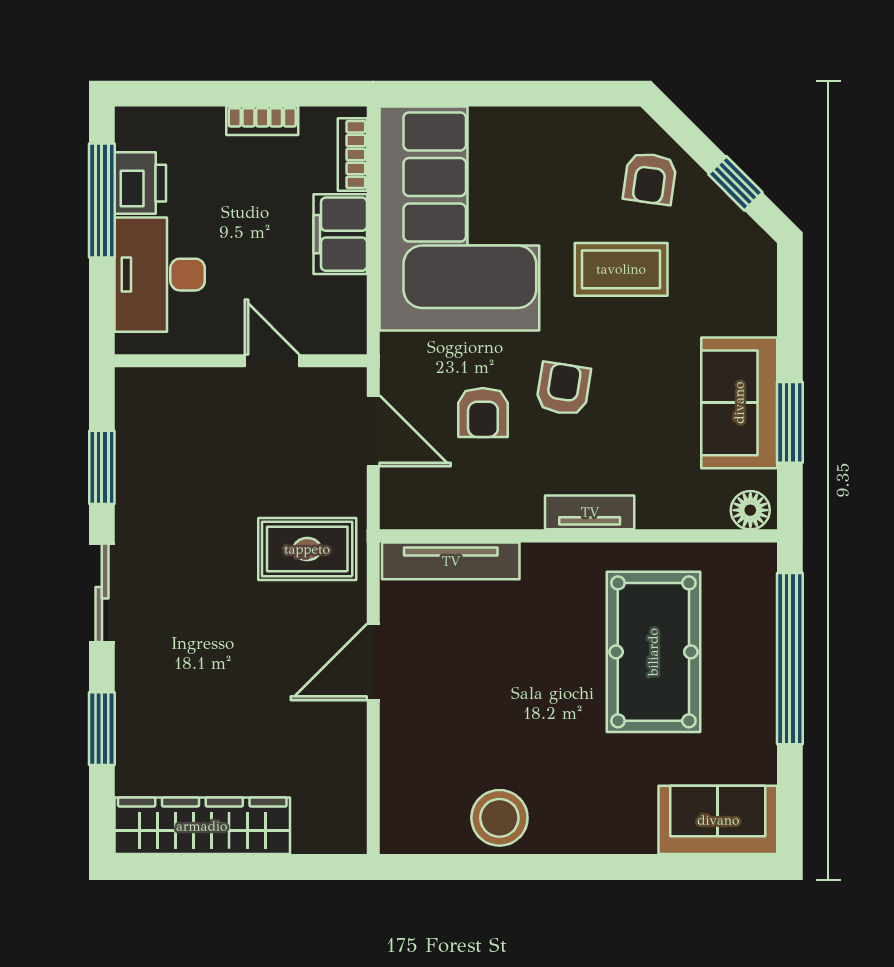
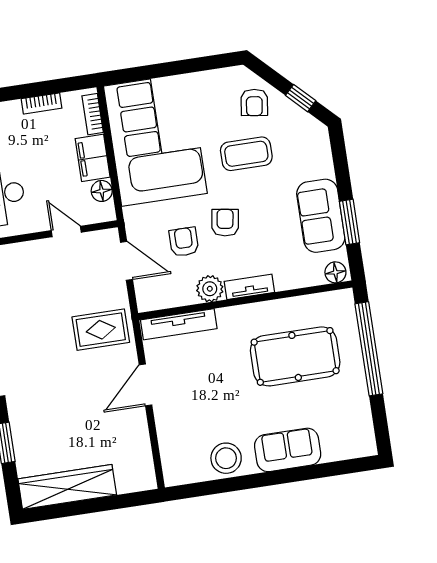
floor lamp: (348, 297) -> (102, 191), added
armchair: (483, 412) -> (184, 242), turned 180
plant: (517, 505) -> (210, 289), added
pool table: (653, 652) -> (295, 356), turned 90
sofa: (718, 820) -> (288, 450), moved

